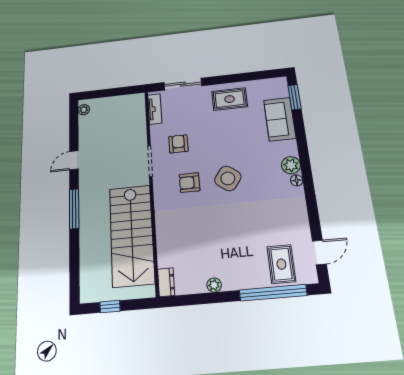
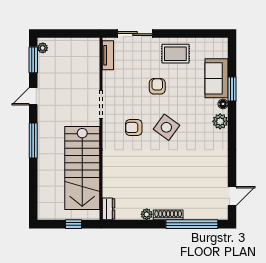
window: (294, 97) -> (232, 89), moved
window: (74, 123) -> (33, 60), added
armchair: (178, 144) -> (157, 86), moved
floor lamp: (297, 180) -> (223, 104), moved
rug: (281, 264) -> (201, 203), removed
shoe rack: (241, 283) -> (168, 215), added
window: (110, 307) -> (73, 224), moved

